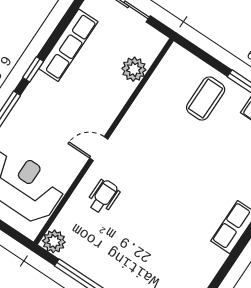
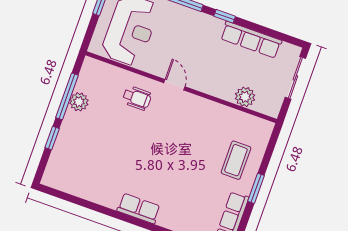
coffee table: (206, 98) -> (236, 160), turned 90
plant: (54, 241) -> (79, 102), moved

